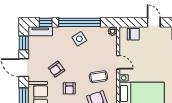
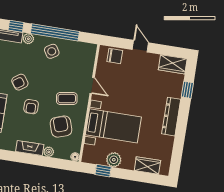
plant: (112, 31) -> (28, 39), moved

